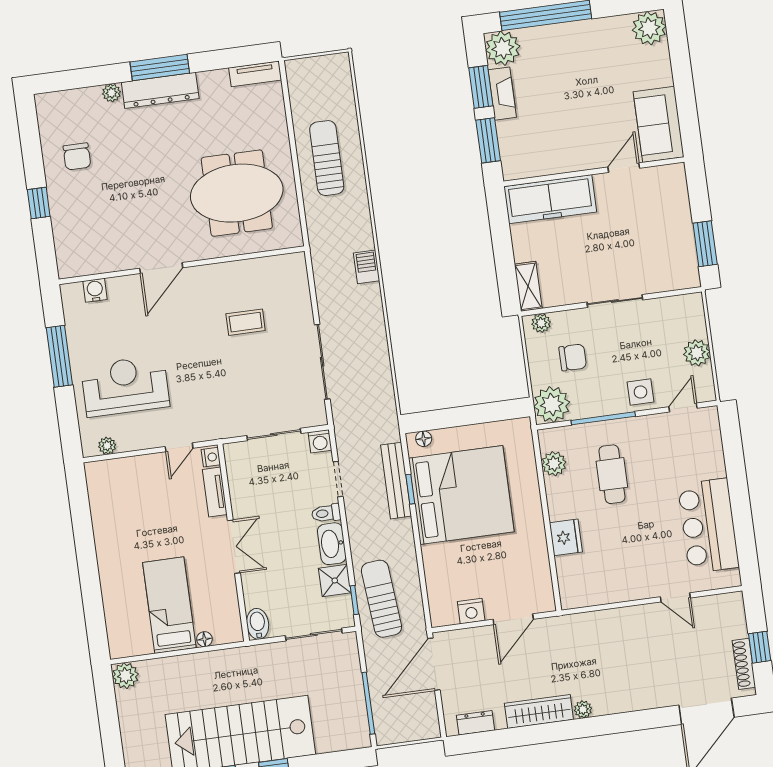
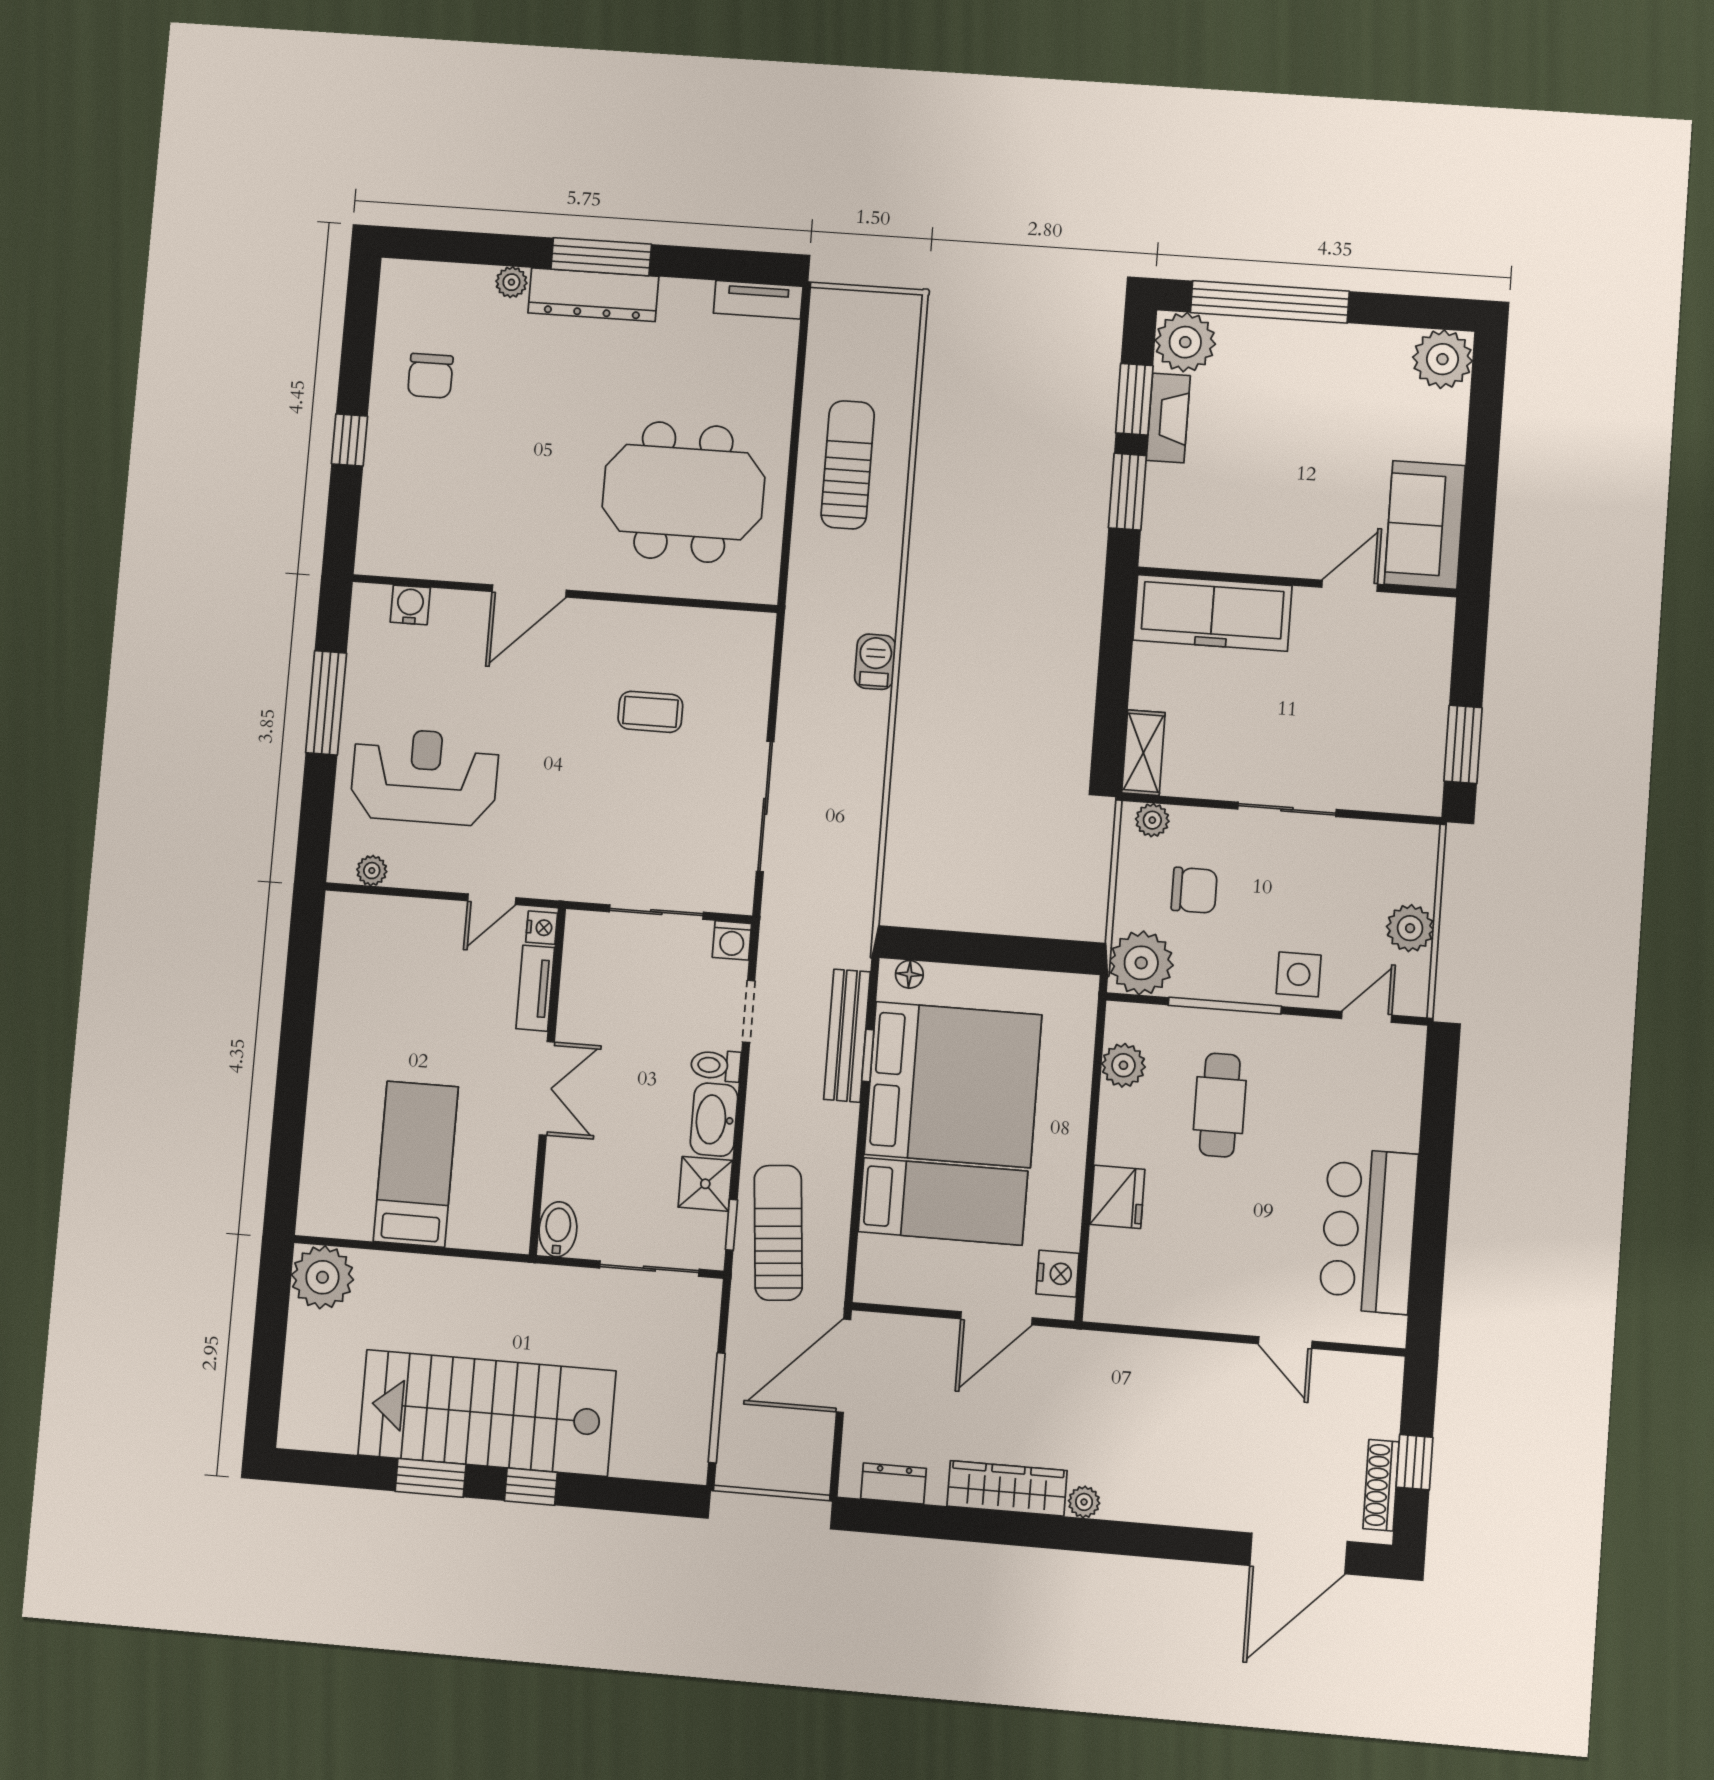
bed: (470, 561) -> (943, 1201), added
nightstand: (471, 611) -> (1058, 1274), moved, turned -90
floor lamp: (204, 639) -> (462, 1235), removed
plant: (125, 676) -> (322, 1277), width x1.36, depth x1.36

